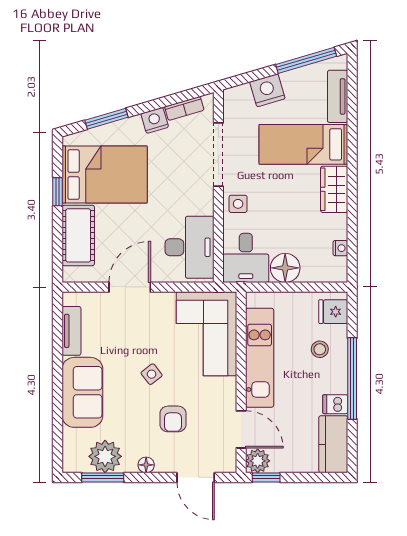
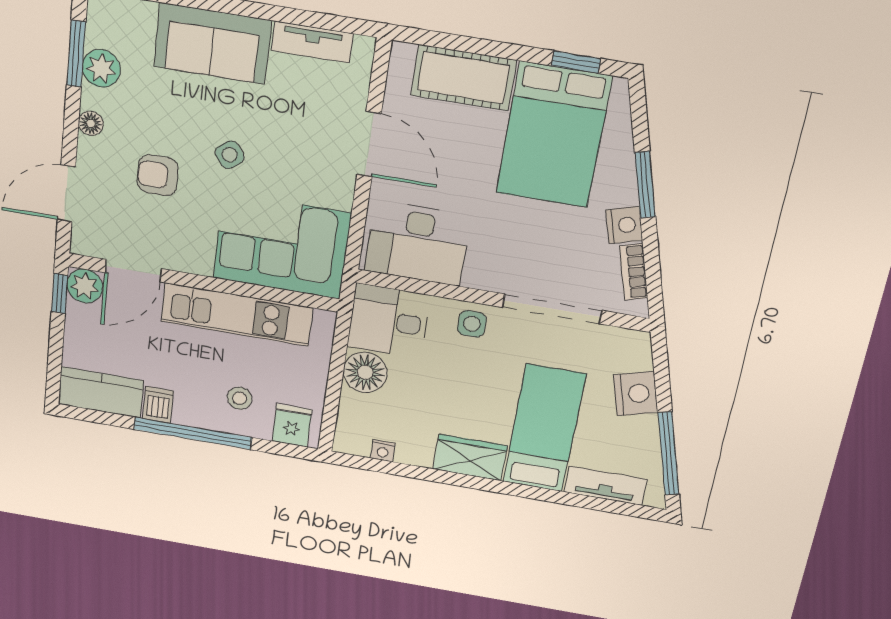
window: (106, 119) -> (645, 185), moved
window: (58, 192) -> (576, 62), moved
plant: (105, 456) -> (101, 68), width x0.73, depth x0.73

